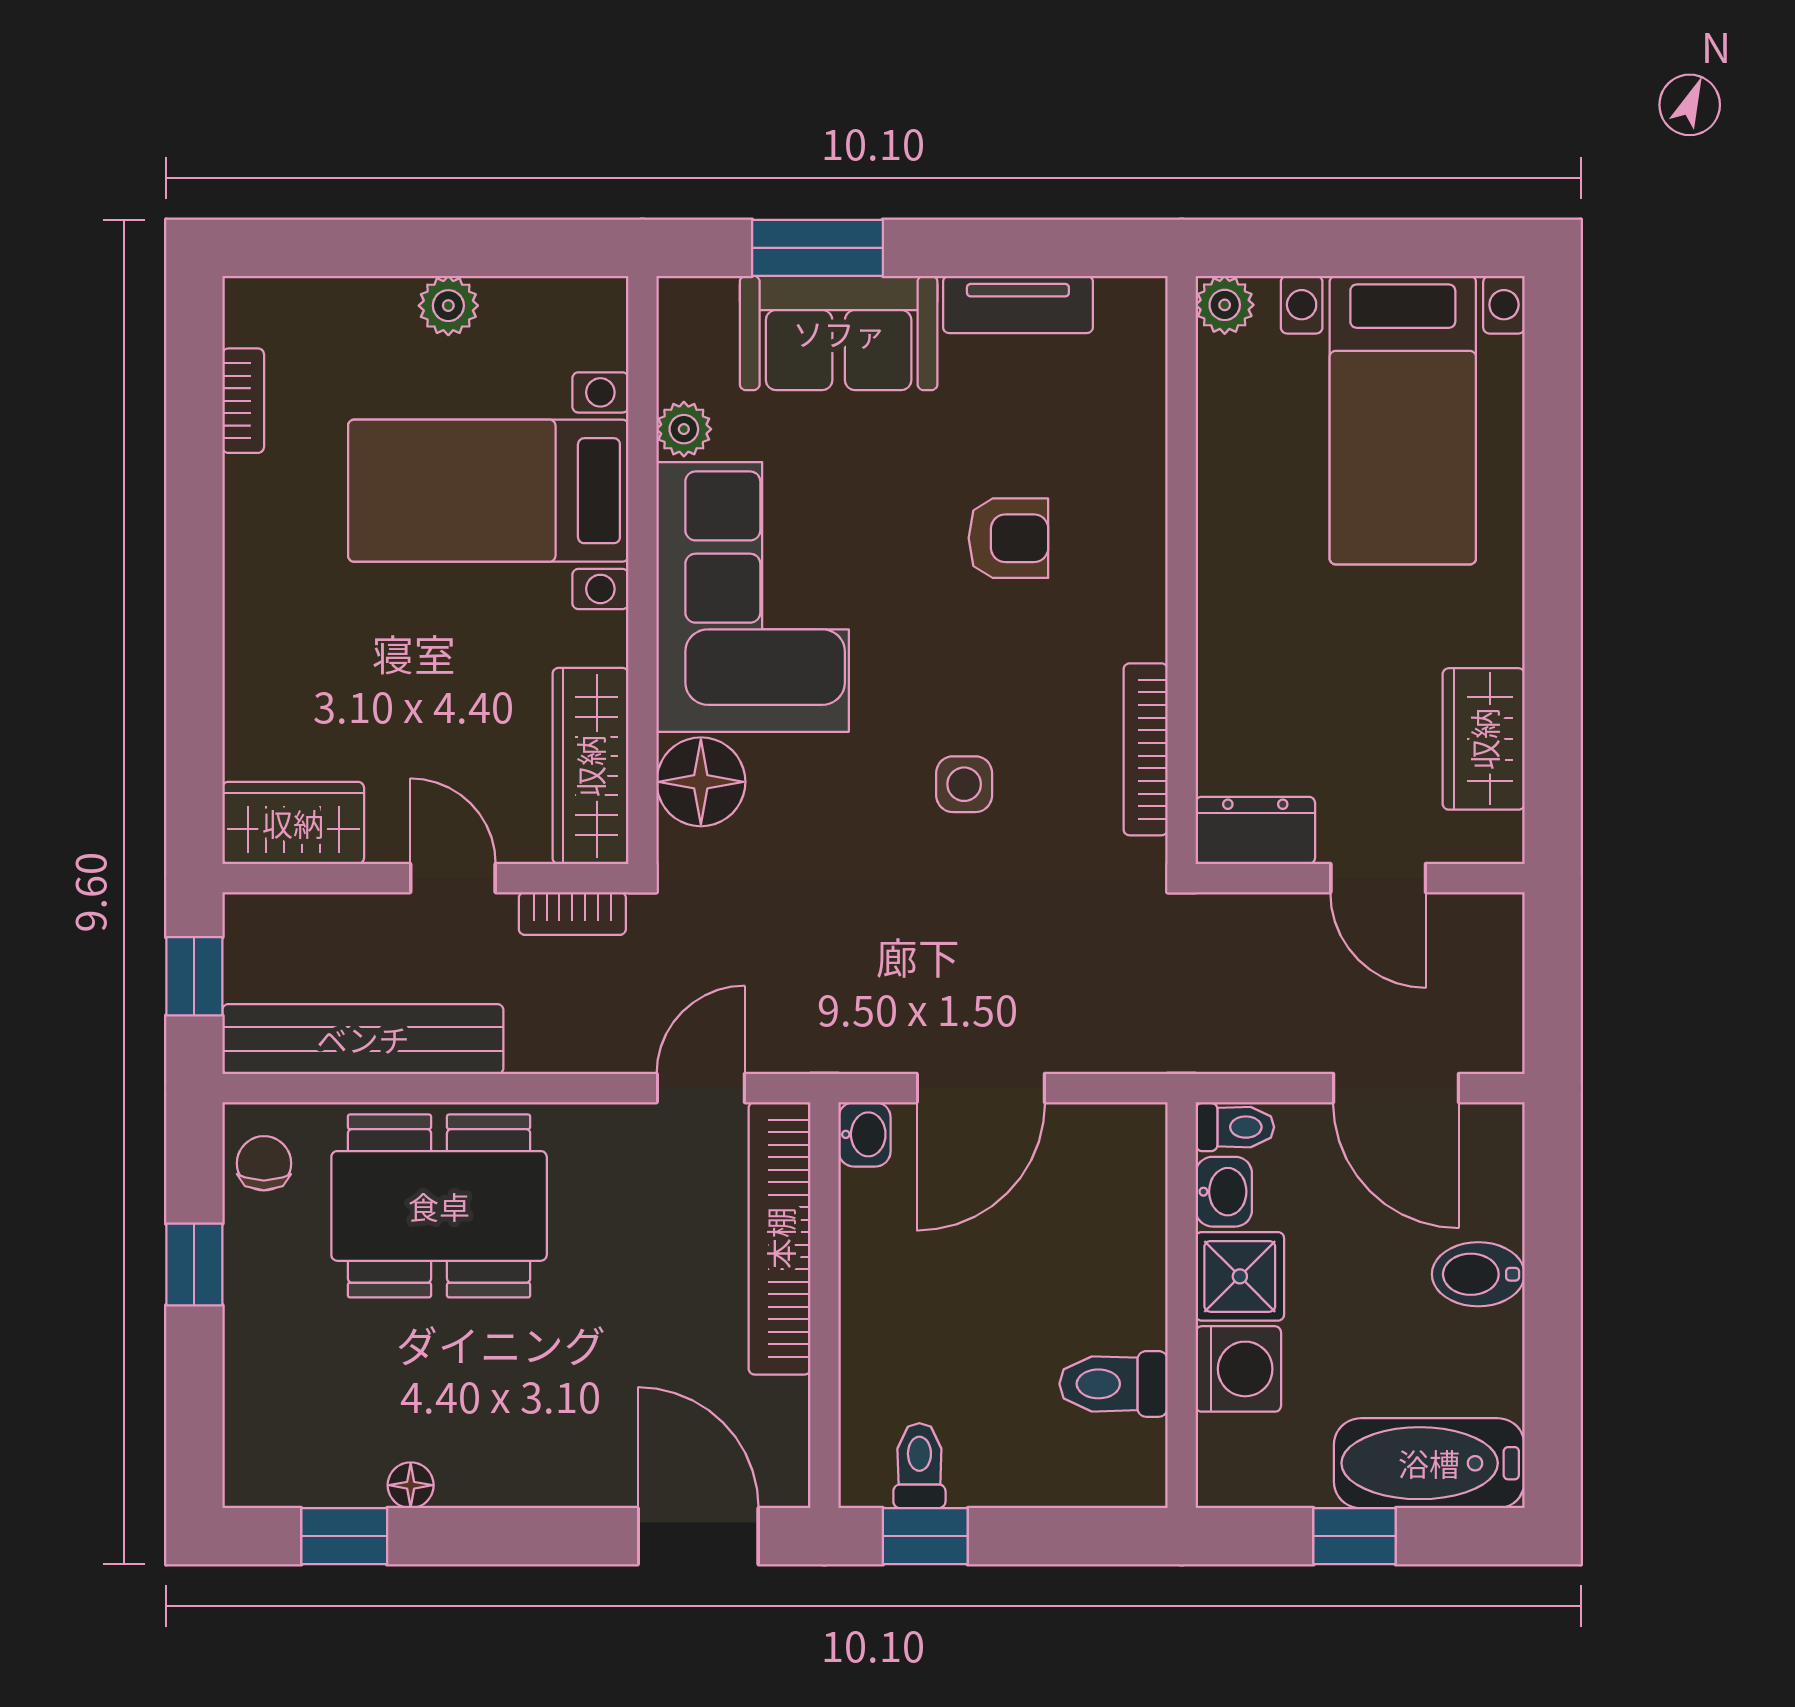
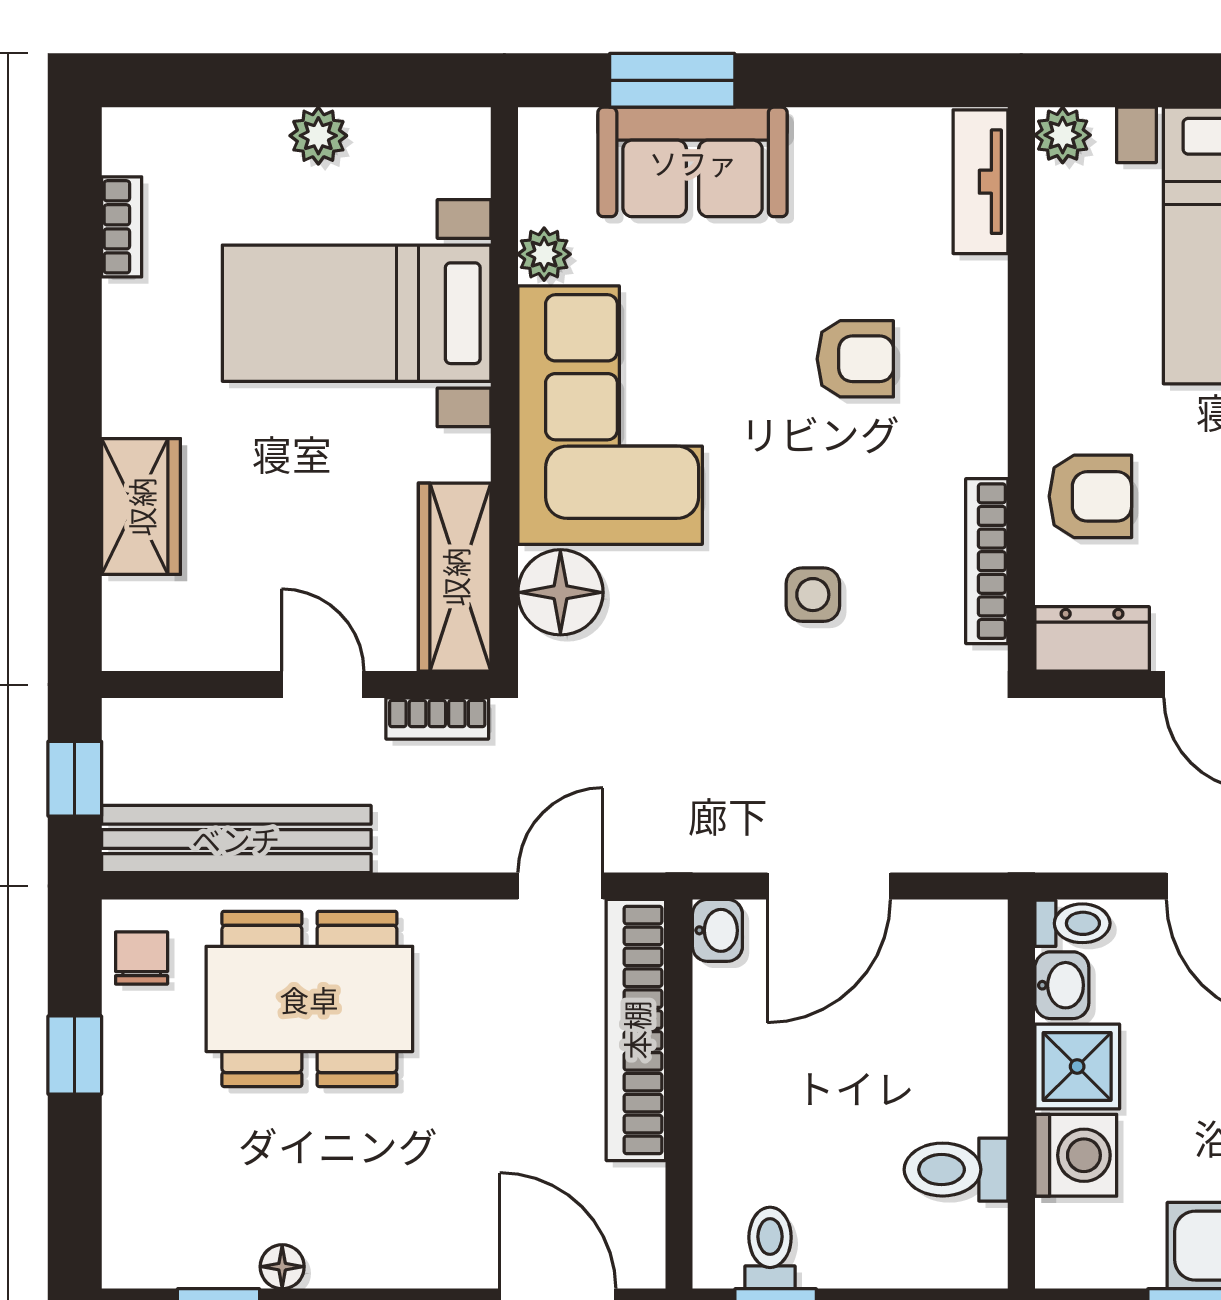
tv unit: (1018, 304) -> (980, 182), moved, turned 90
armchair: (1254, 682) -> (1090, 496), added
wardrobe: (293, 823) -> (141, 507), moved, turned 90

